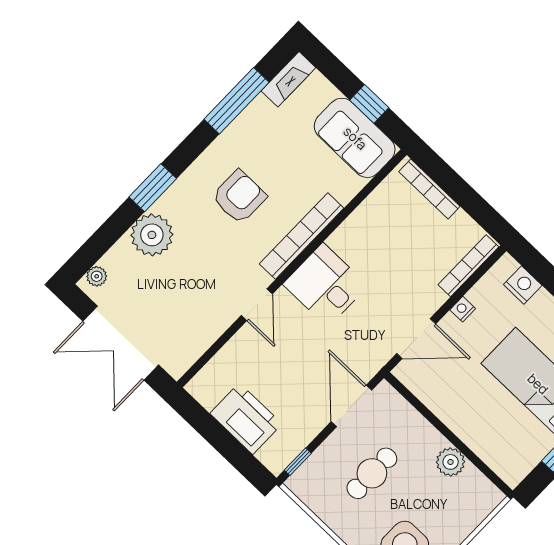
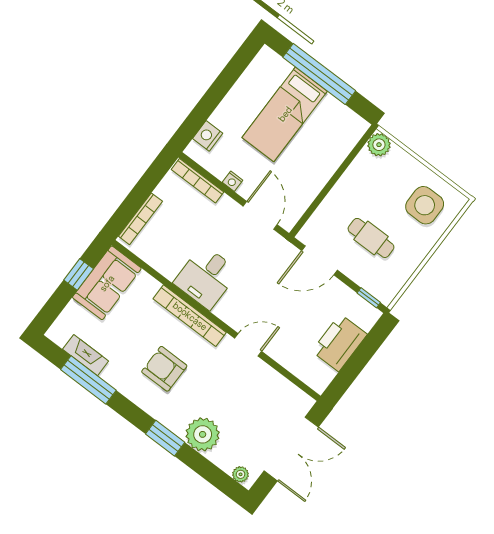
fireplace: (288, 79) -> (86, 355), moved
desk: (325, 285) -> (206, 277), moved
plant: (451, 462) -> (379, 145), moved

